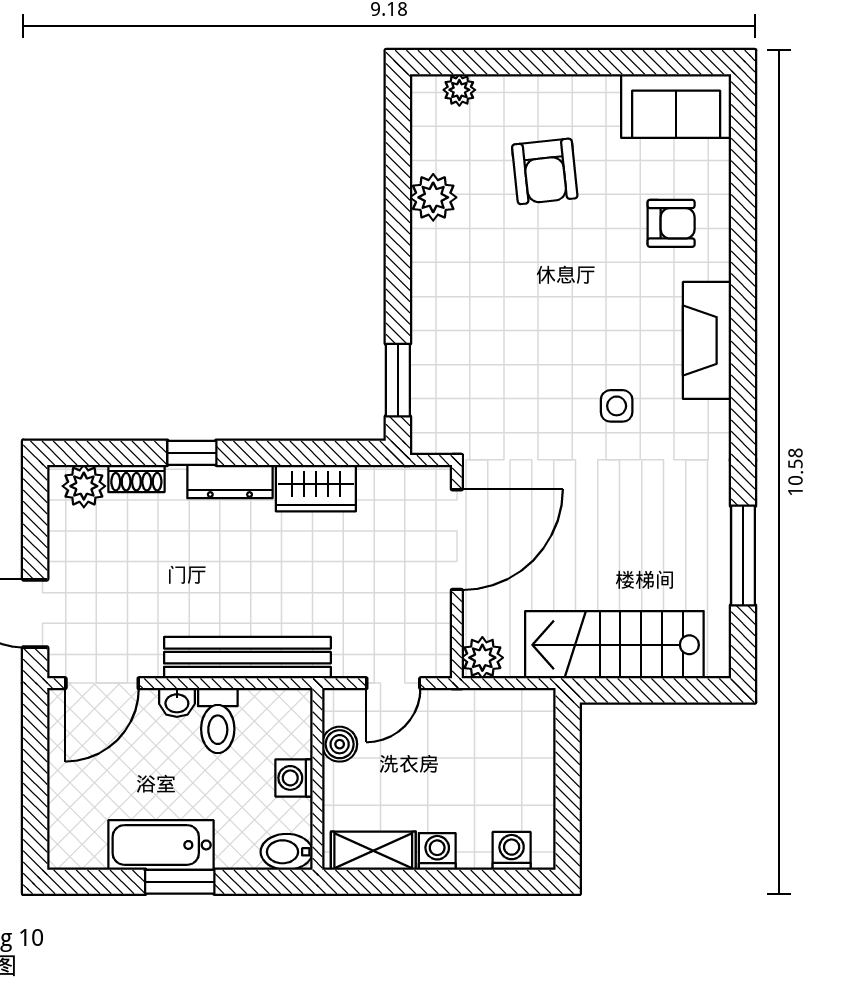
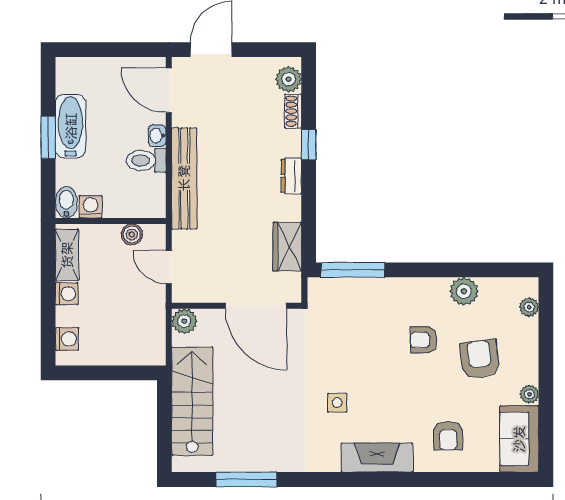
plant: (603, 89) -> (529, 394), added
armchair: (545, 171) -> (480, 359), turned 89
armchair: (513, 264) -> (424, 340), added
window: (398, 380) -> (353, 270), width x1.44
dresser: (230, 481) -> (291, 176), width x0.70
wardrobe: (316, 488) -> (287, 247), moved
washing machine: (294, 778) -> (91, 207), moved

